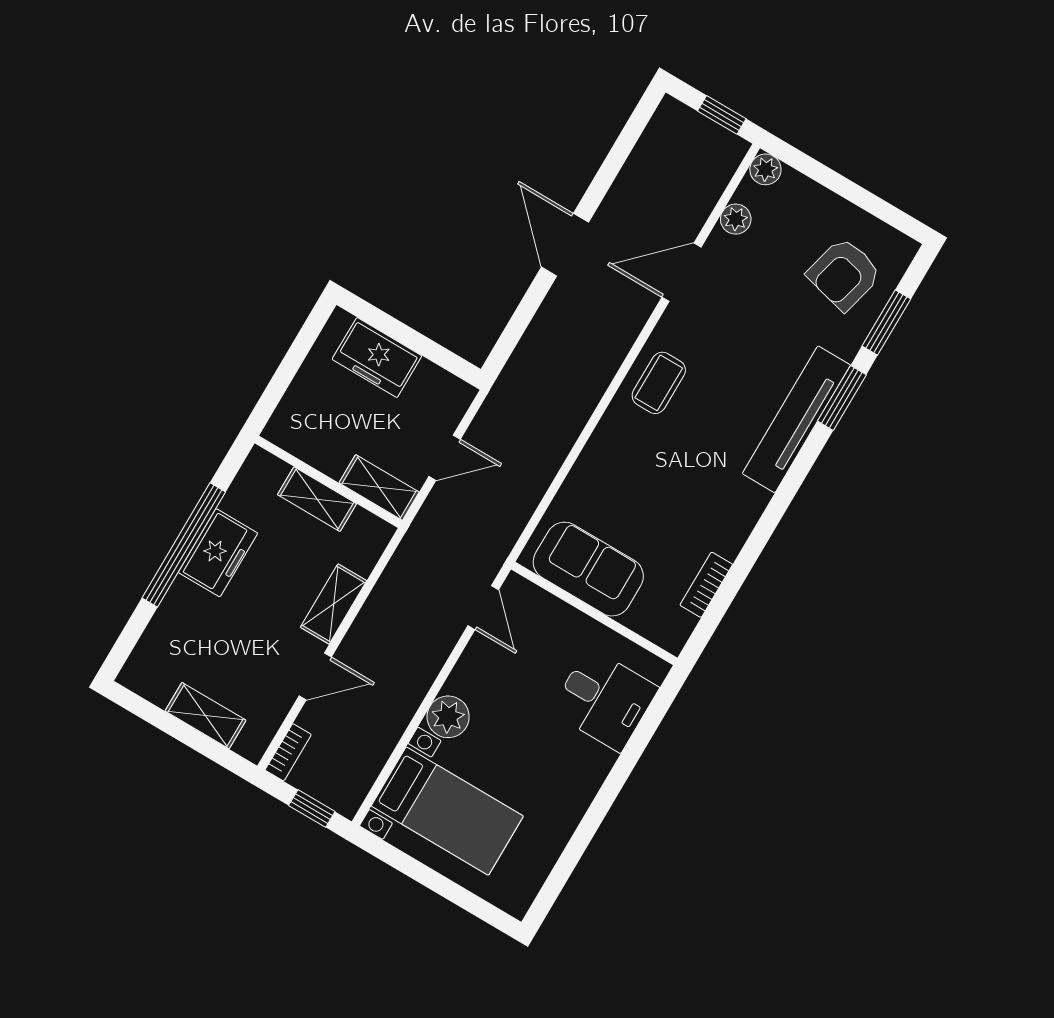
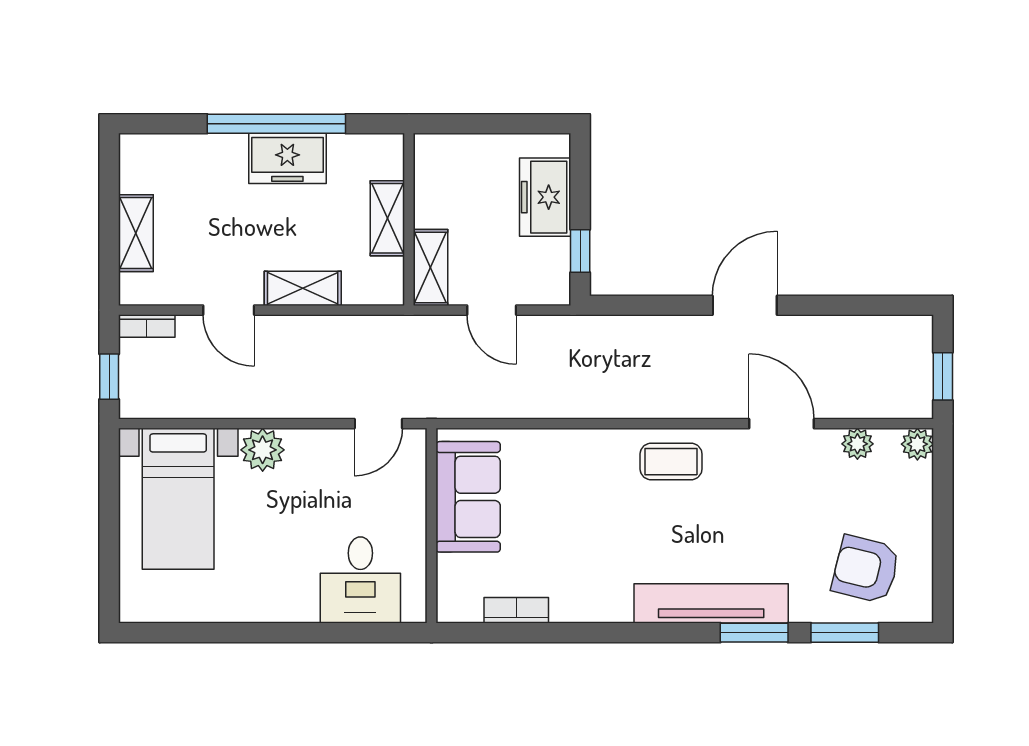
window: (439, 355) -> (580, 251), added

